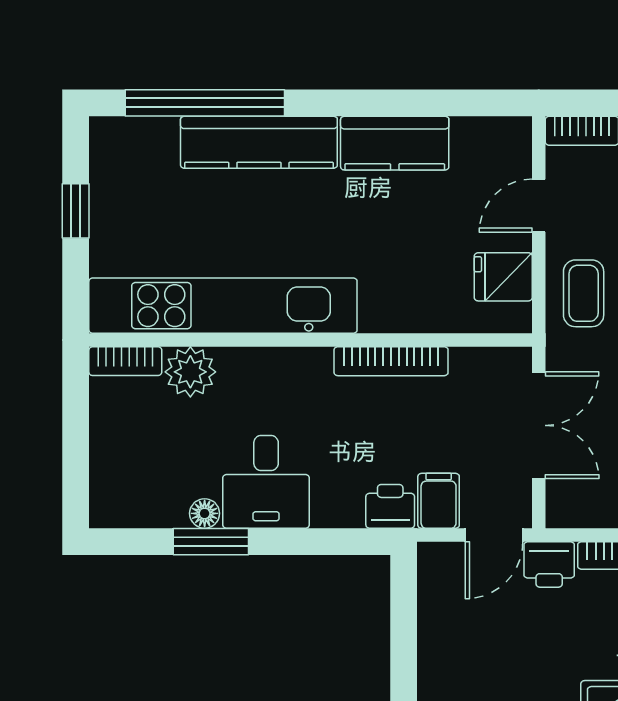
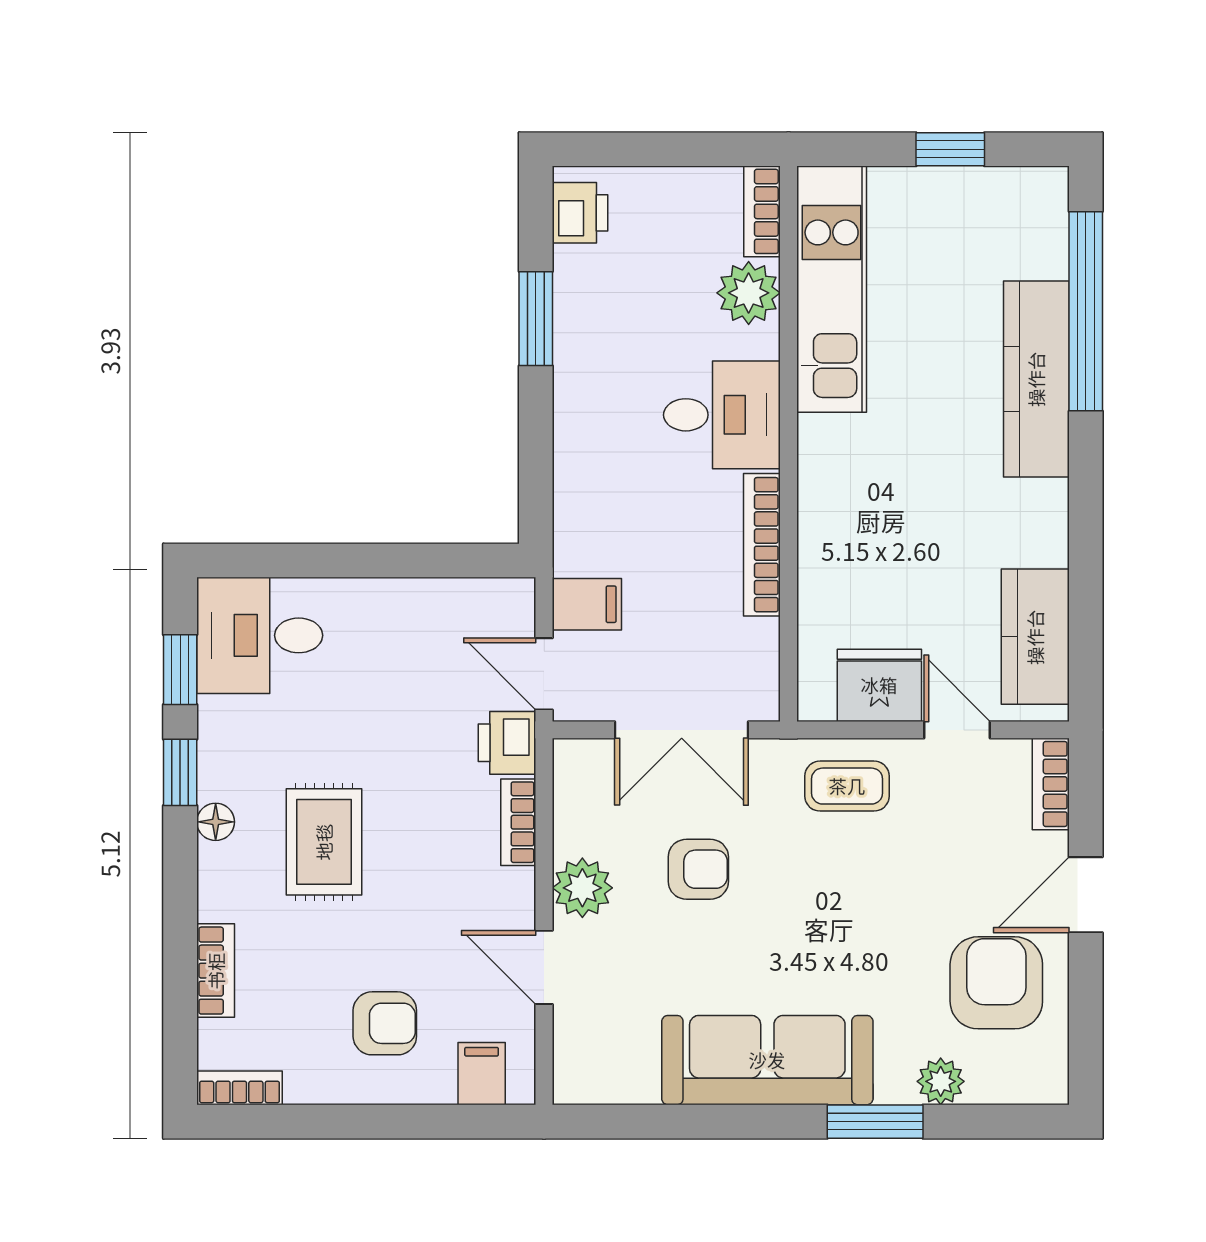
kitchen counter: (395, 143) -> (1035, 637), moved
fridge: (503, 277) -> (879, 685), width x1.38
kitchen unit: (223, 306) -> (832, 289), width x0.73
desk: (266, 482) -> (722, 415), moved, turned 180
printer: (390, 506) -> (580, 213), moved
floor lamp: (205, 513) -> (571, 311), removed

